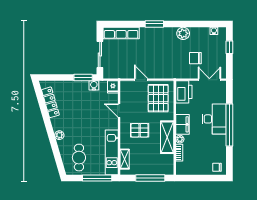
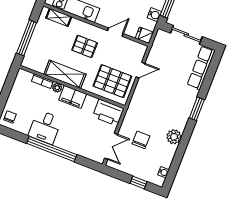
desk: (214, 119) -> (45, 127), moved, width x0.73
pallet: (140, 130) -> (85, 46), turned 90

